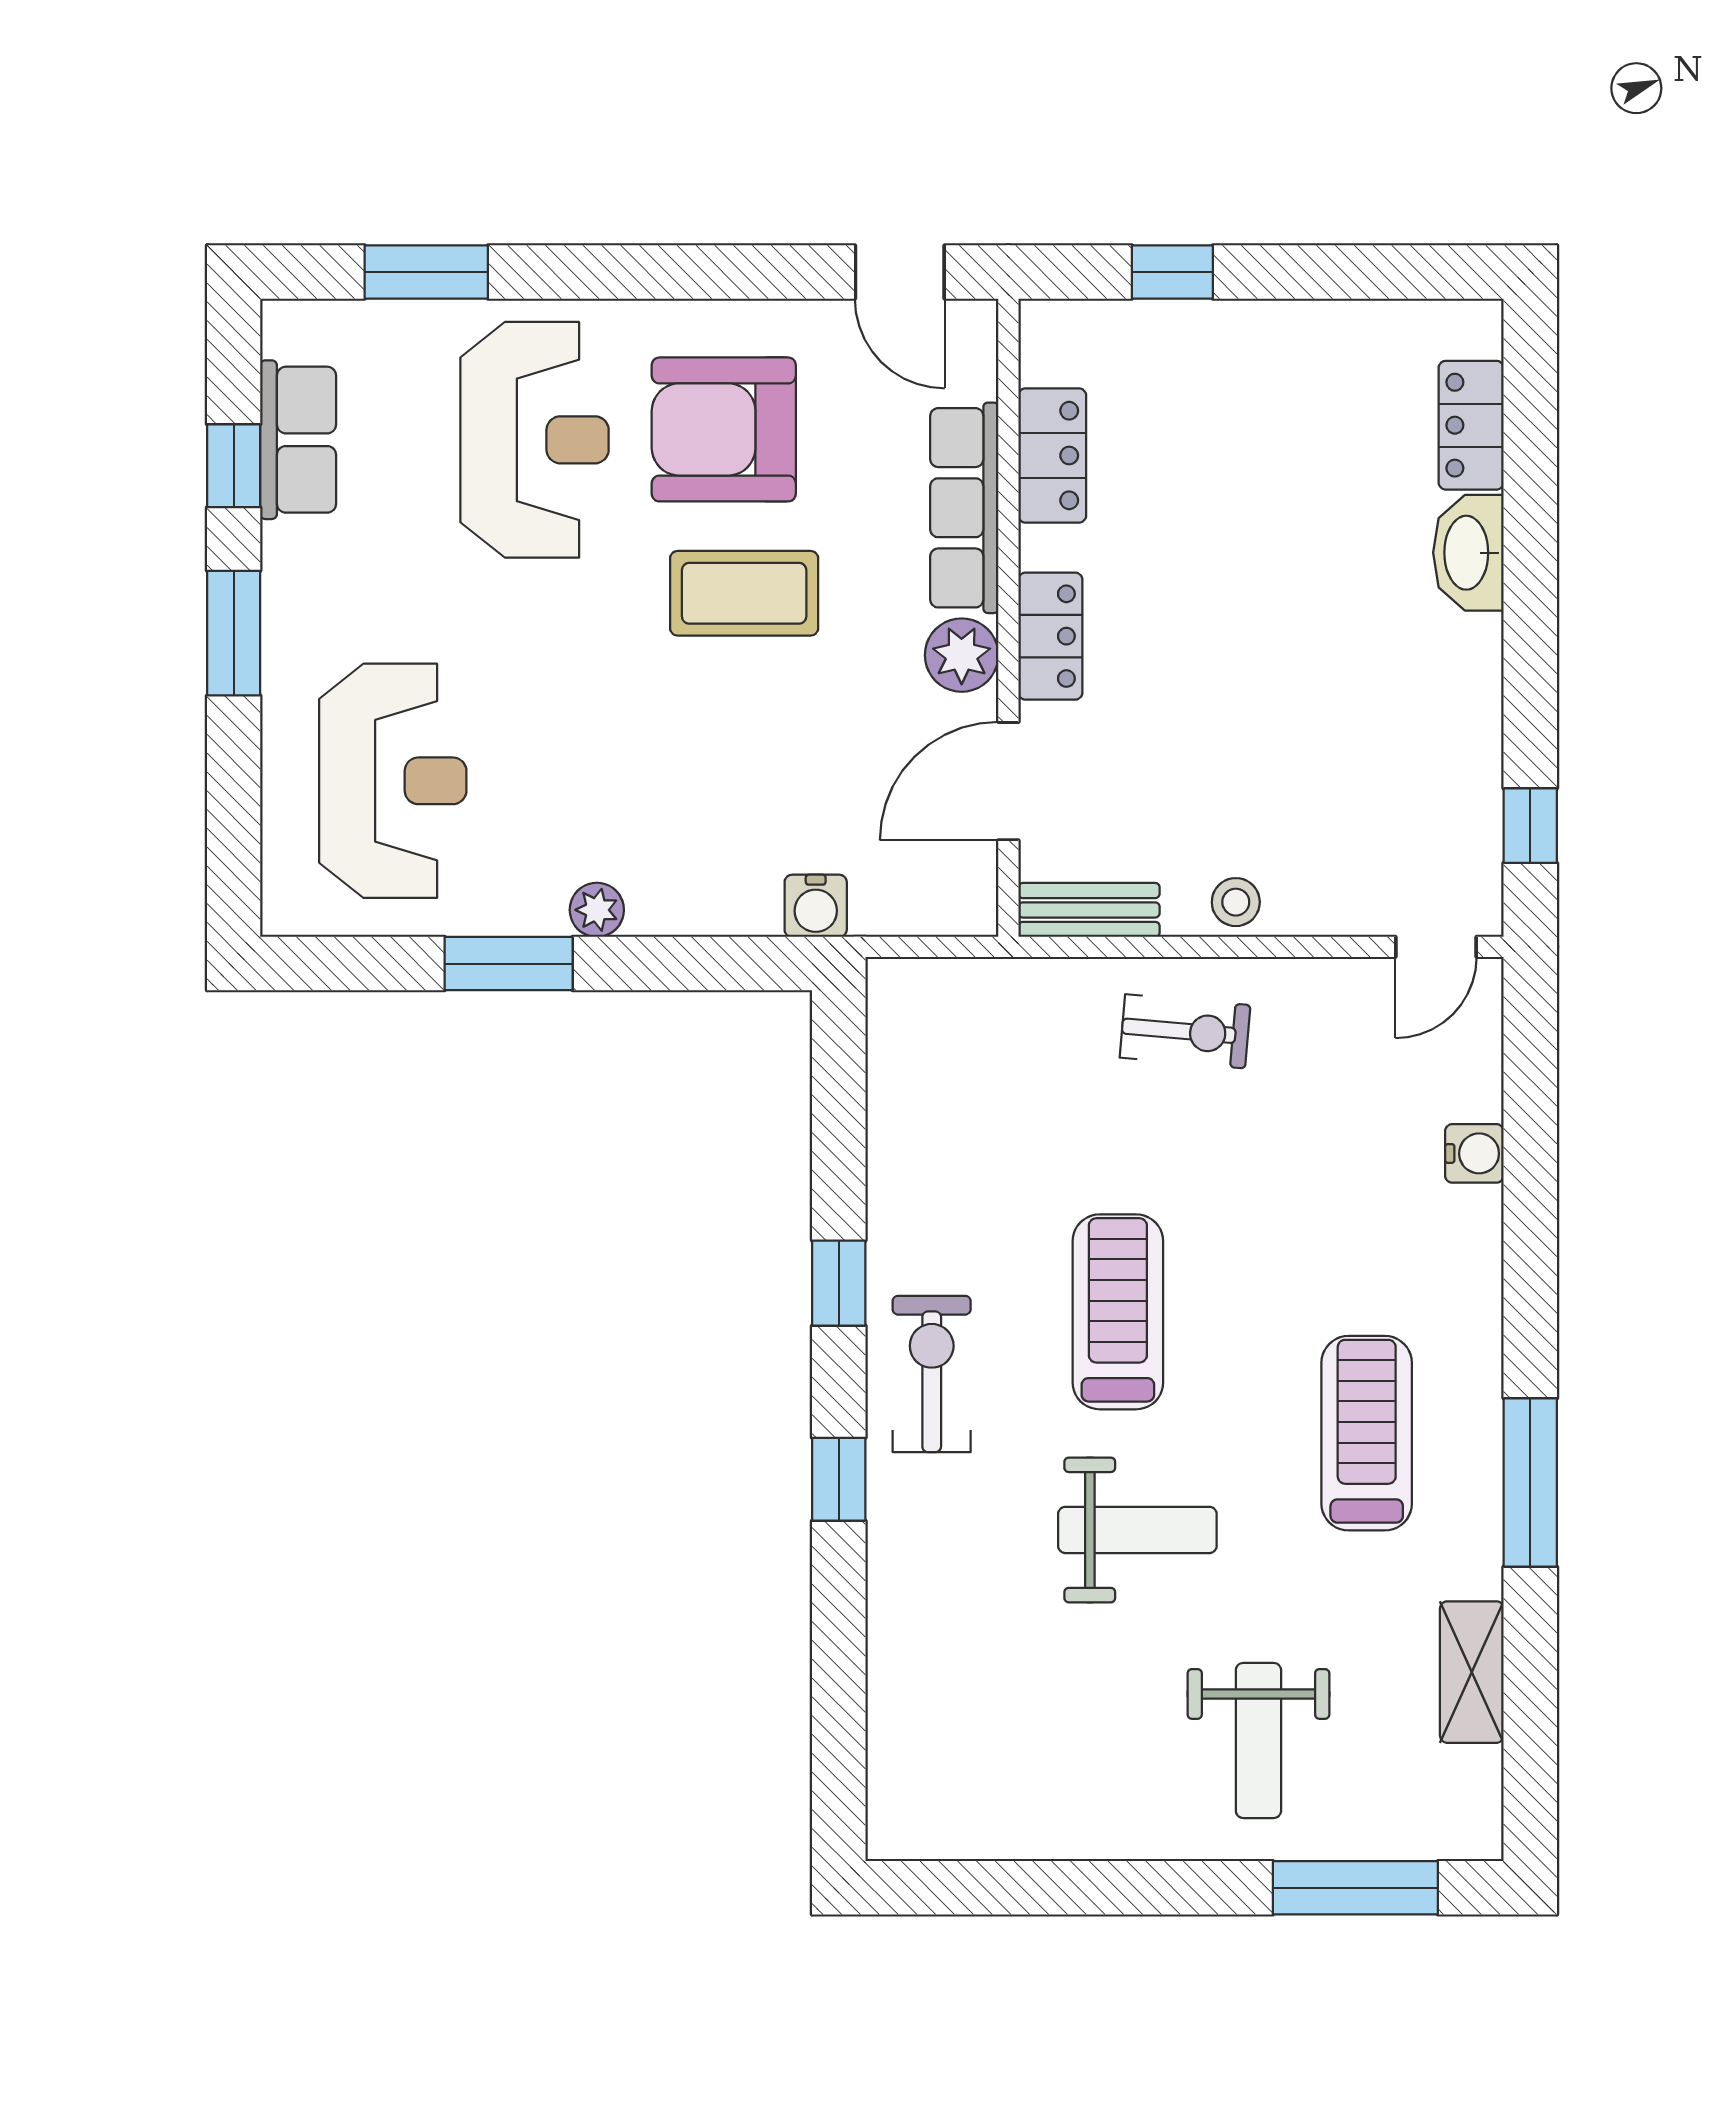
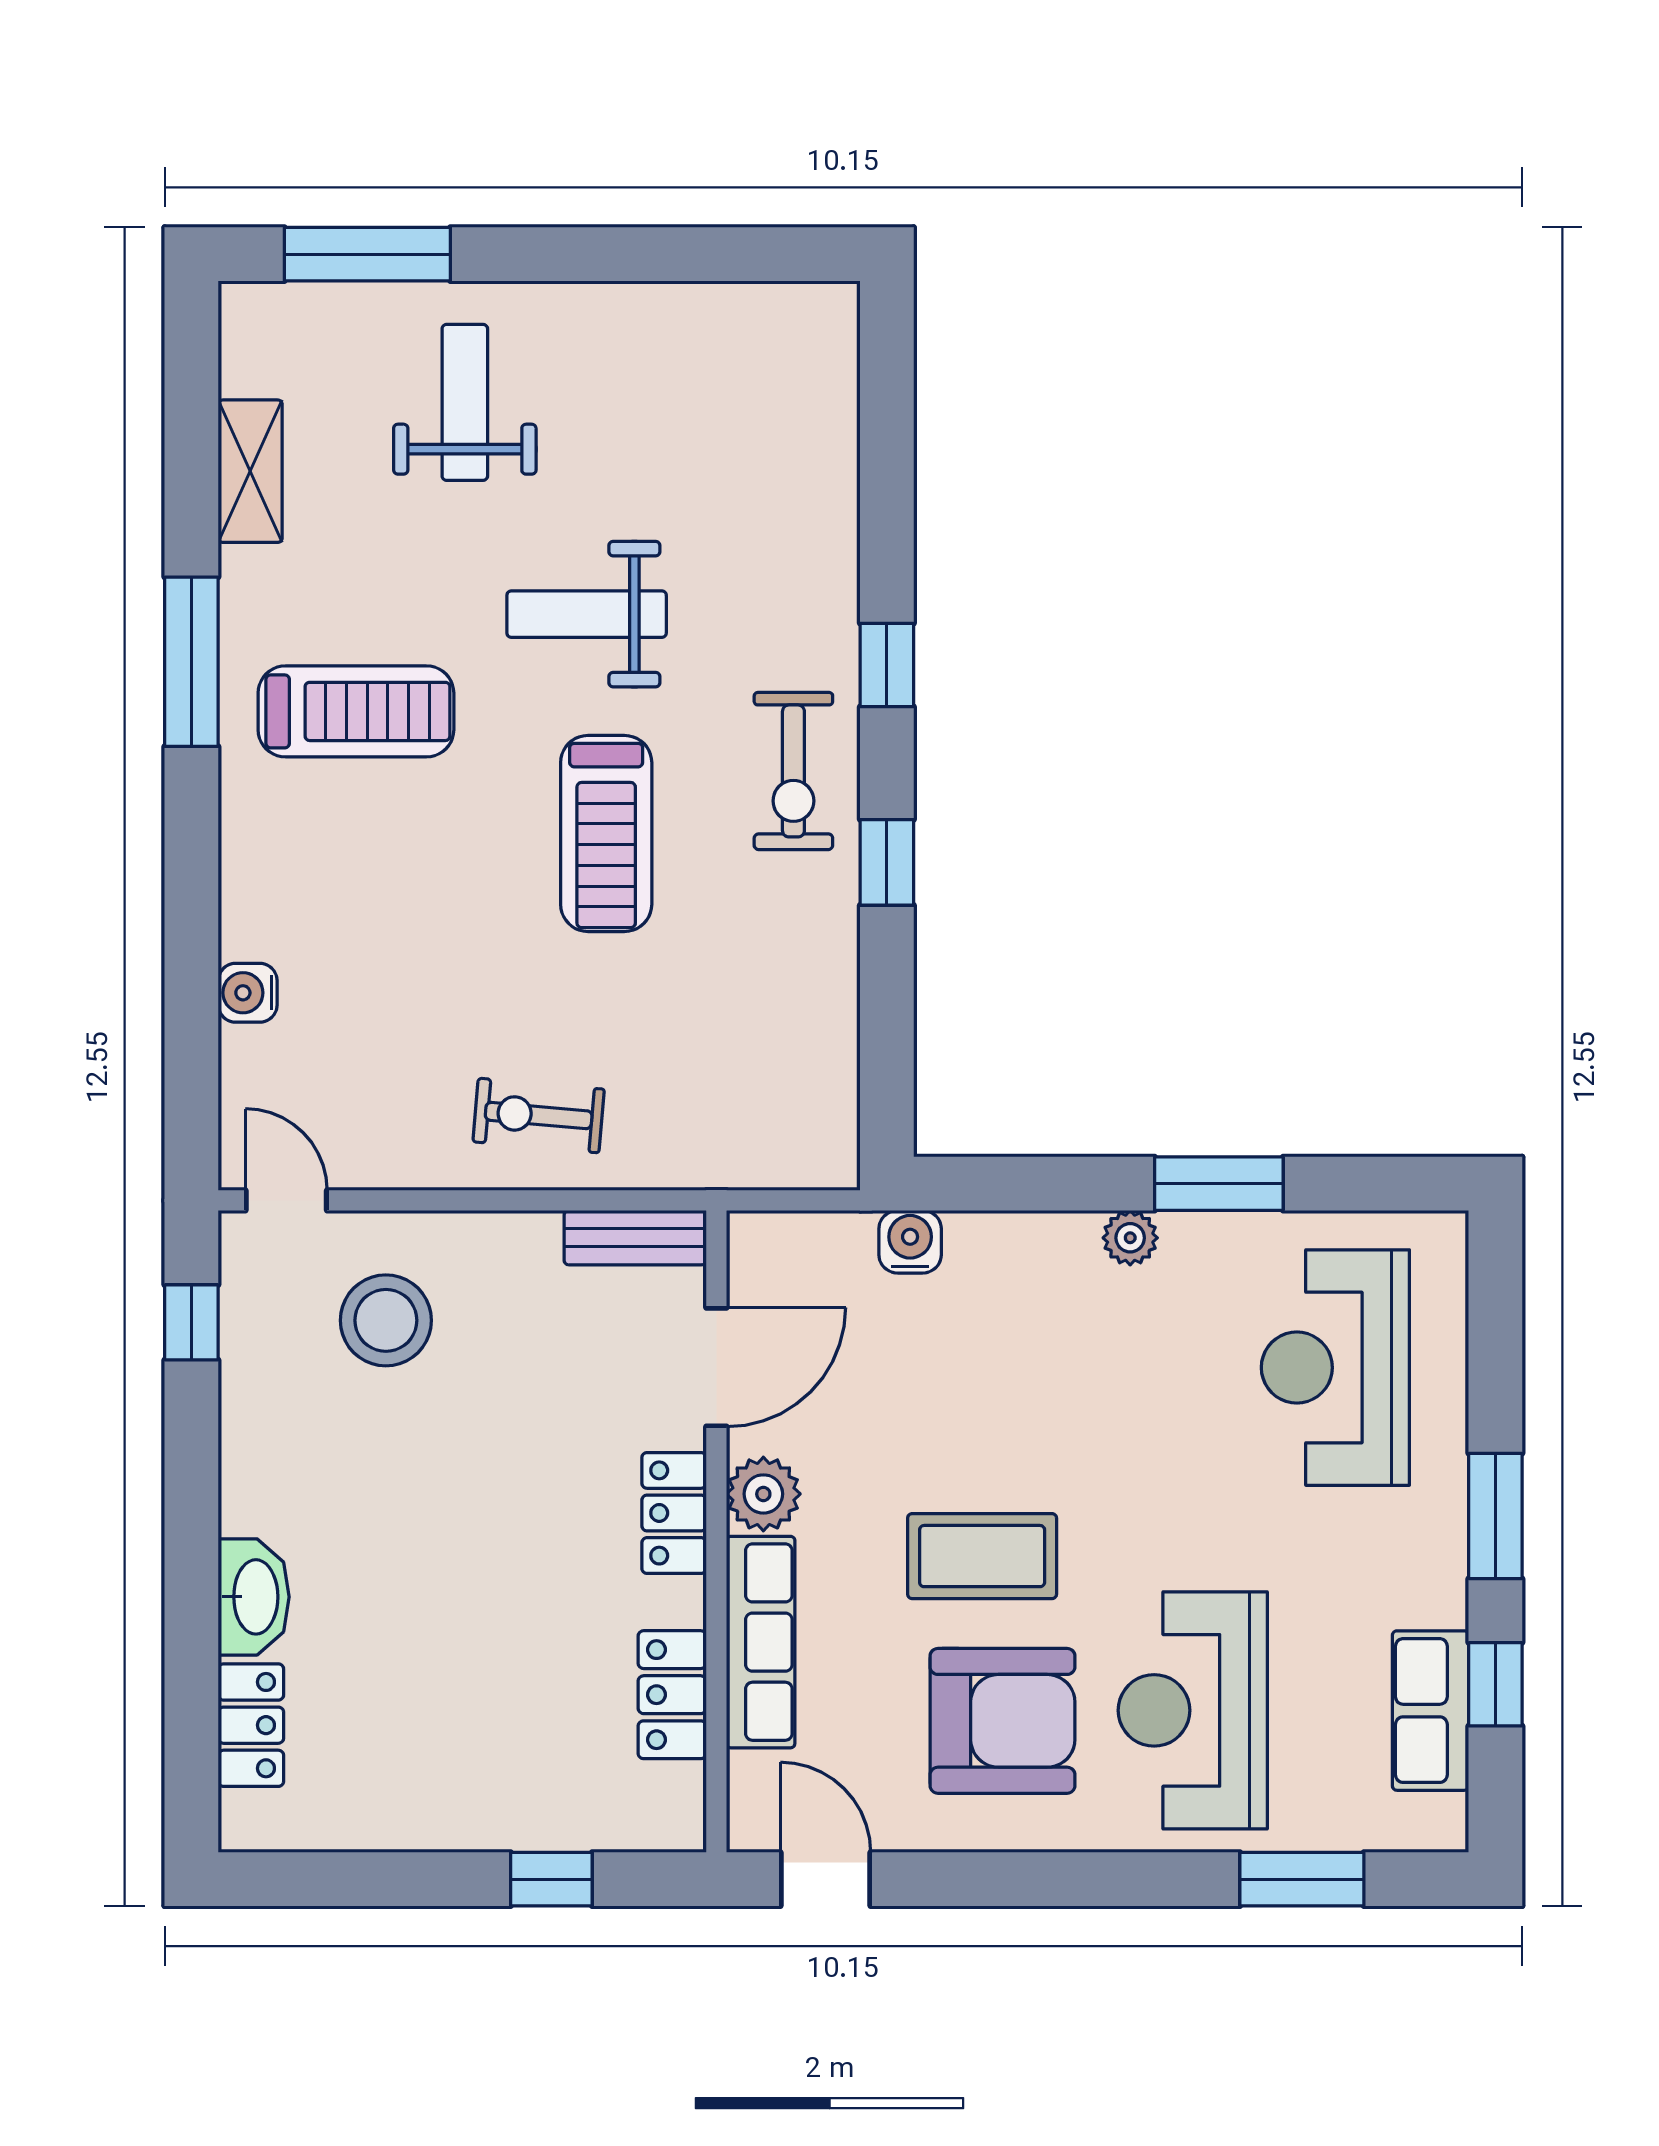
stool: (1236, 902) -> (386, 1320), moved, width x1.89, depth x1.89
door: (1436, 947) -> (286, 1200), hinge flipped
treadmill: (1367, 1433) -> (356, 711), turned -90

